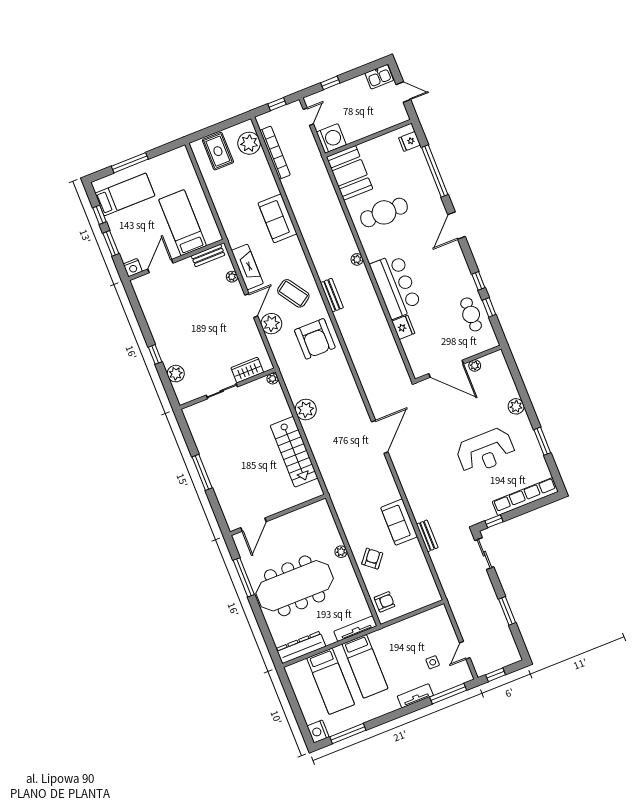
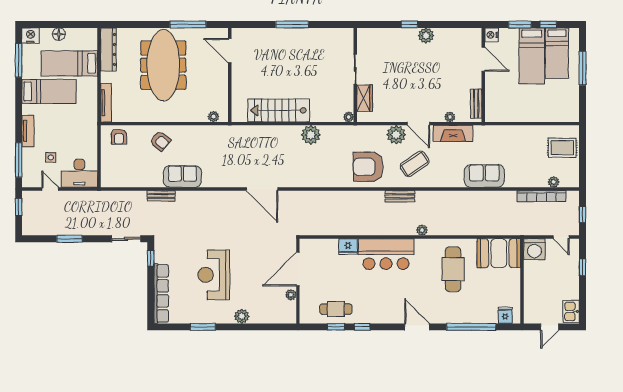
plant: (249, 143) -> (554, 182), width x0.53, depth x0.53
bed: (183, 223) -> (532, 56), moved, turned 90
plant: (176, 374) -> (426, 36), moved
plant: (341, 552) -> (213, 117), moved
desk: (437, 627) -> (79, 173), added
bed: (365, 666) -> (49, 92), moved, turned 180
floor lamp: (305, 703) -> (59, 34), added

